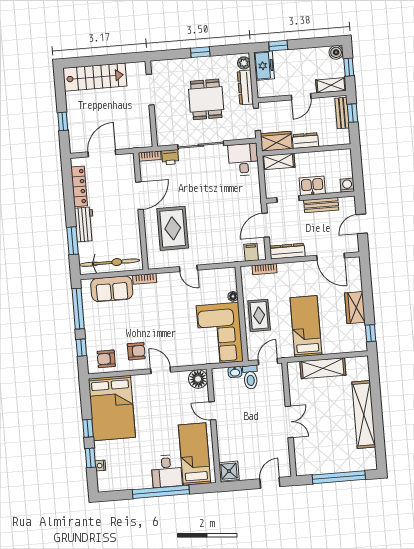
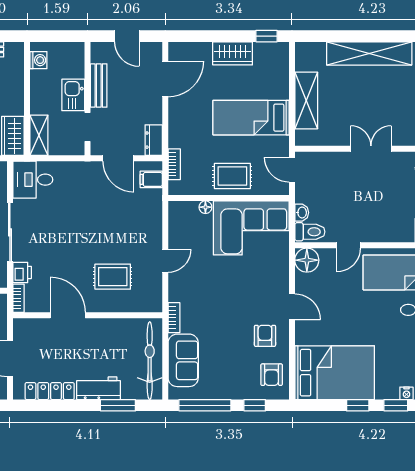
dresser: (305, 141) -> (15, 99), removed
washing machine: (347, 185) -> (38, 60), moved, turned 180
rug: (173, 228) -> (113, 277), width x0.73, depth x0.70
dresser: (287, 251) -> (154, 140), width x0.70
door: (161, 370) -> (292, 307), swing flipped
toilet: (250, 377) -> (310, 232), moved

